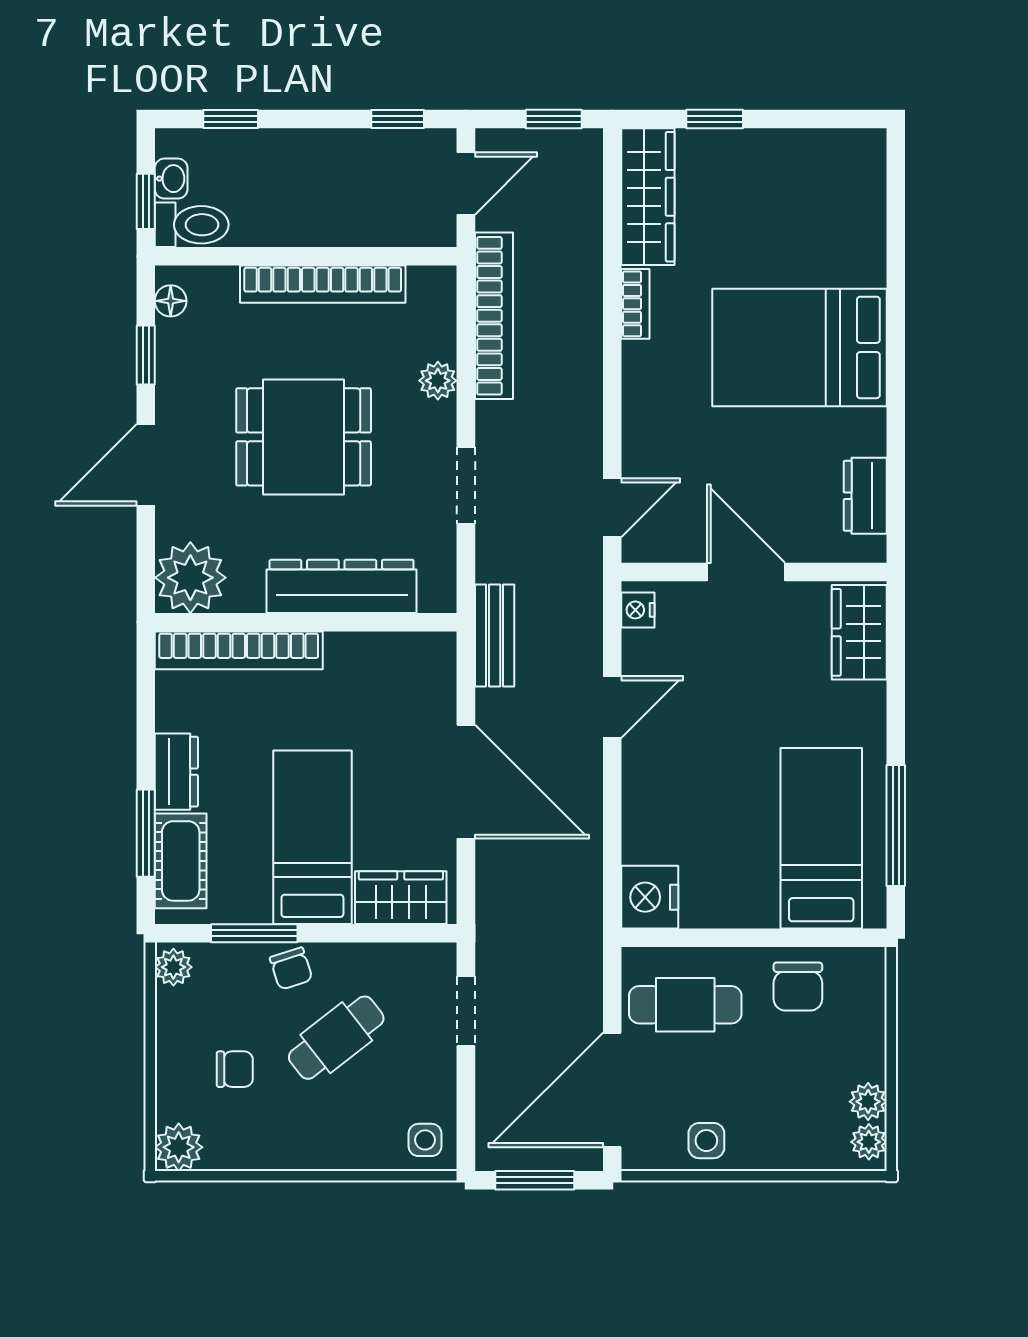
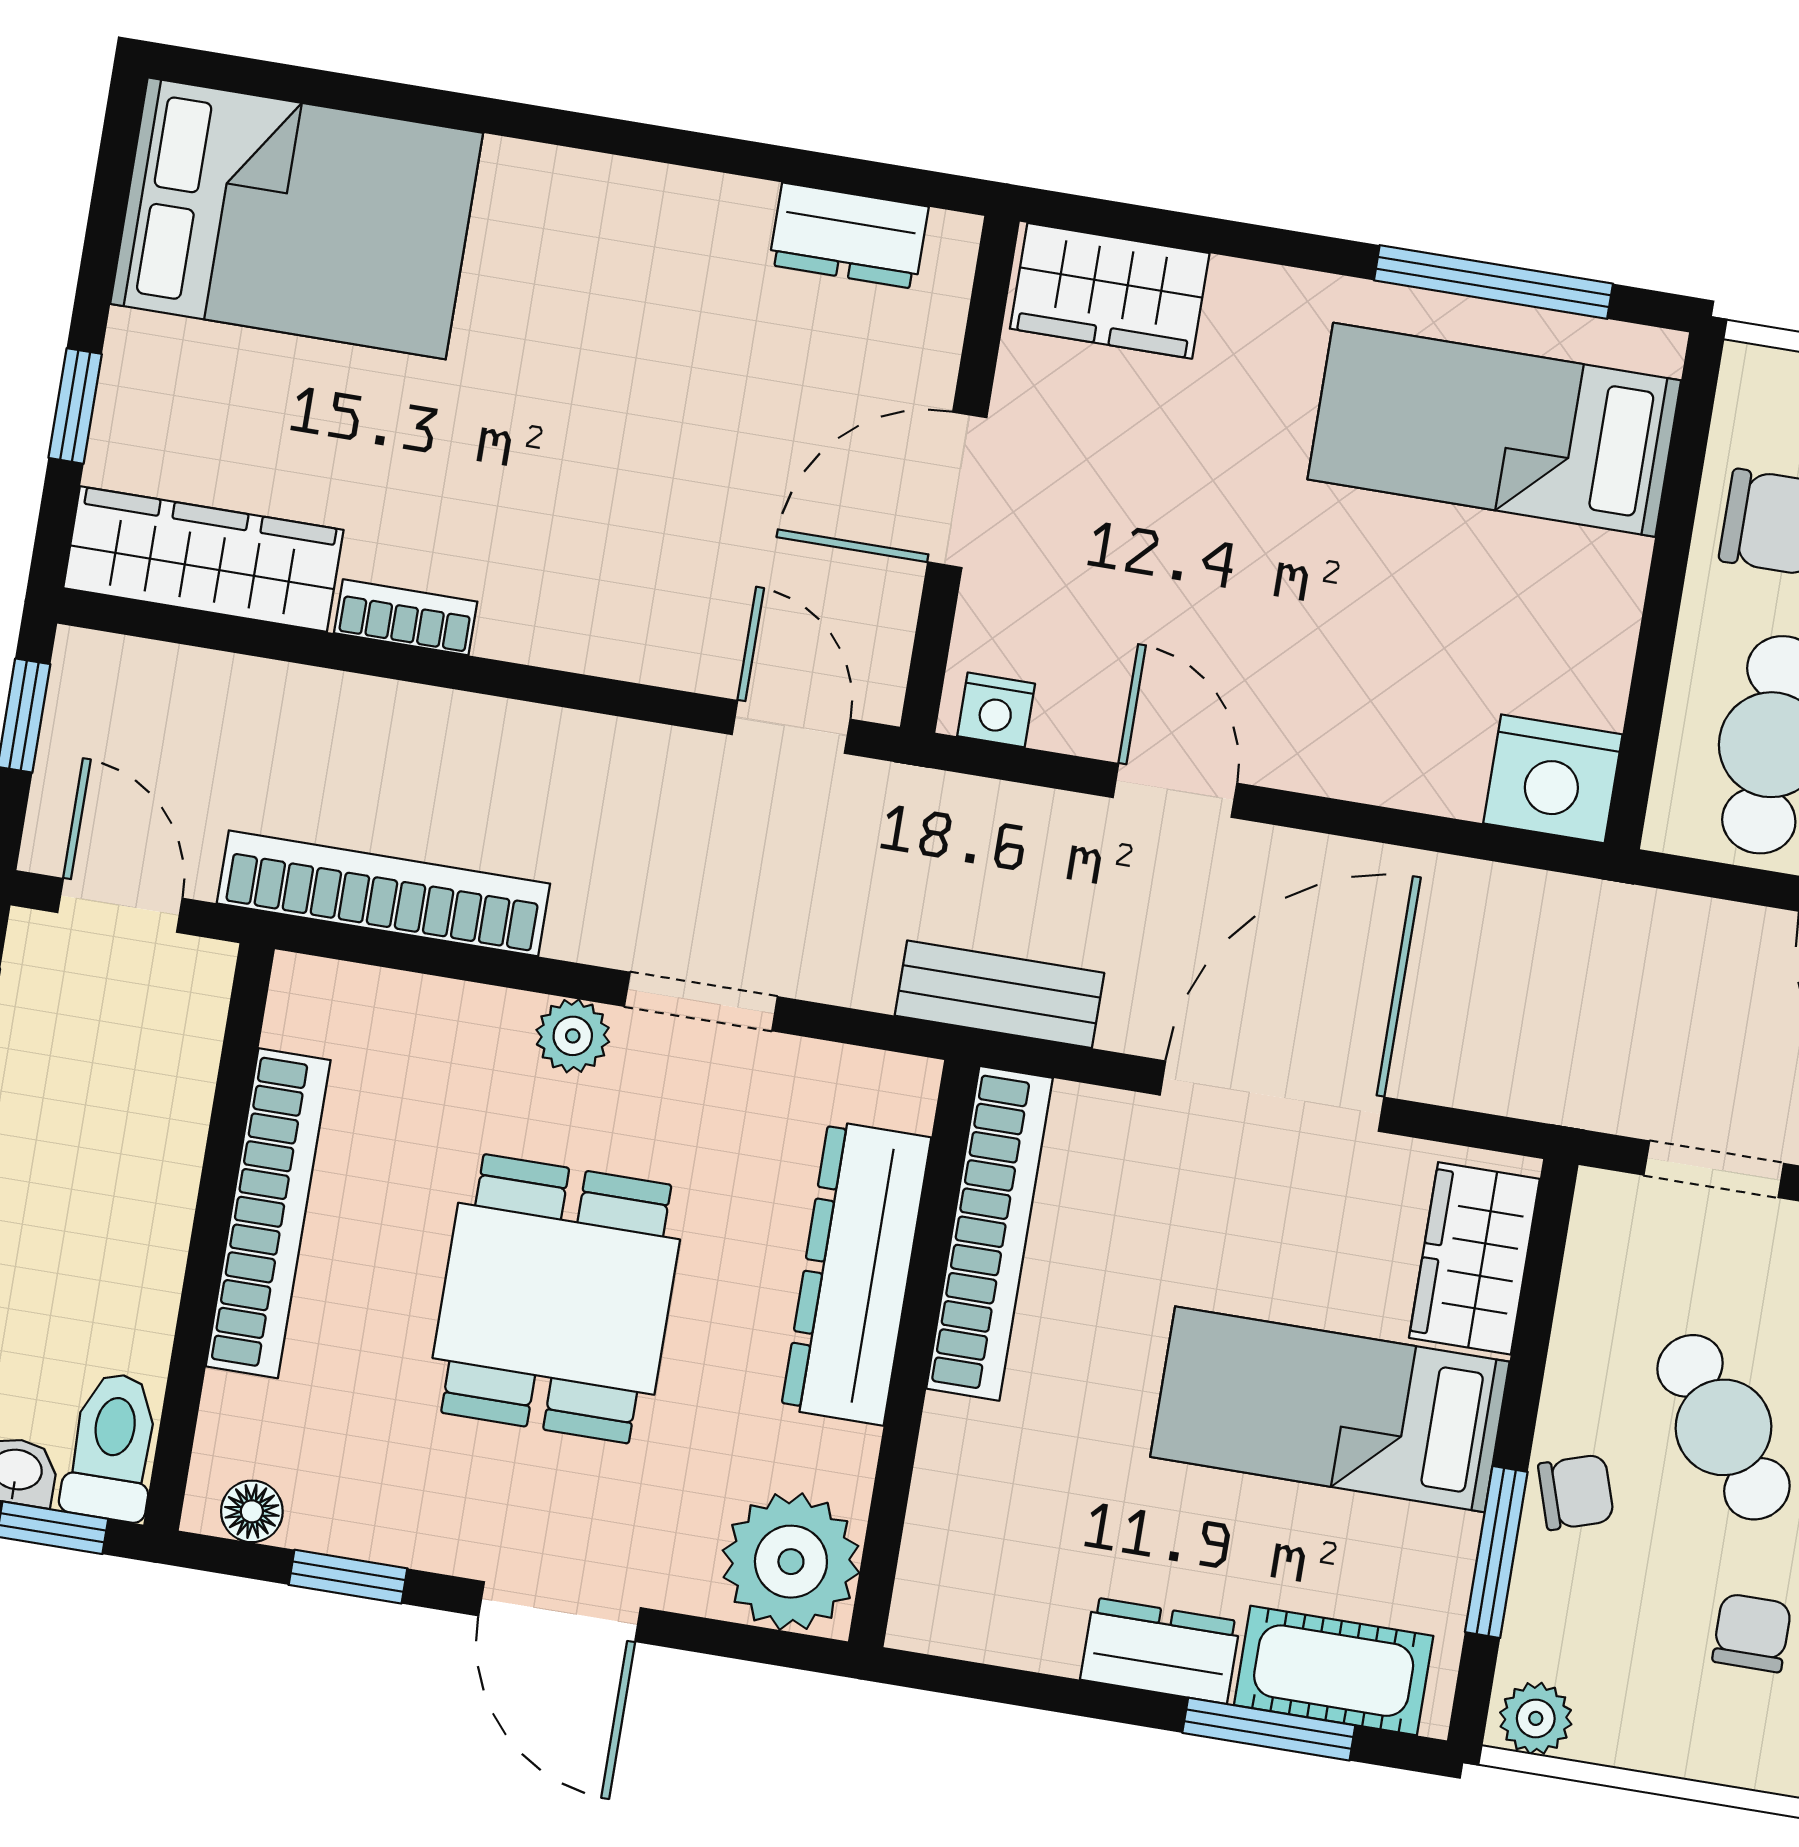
bed: (800, 347) -> (297, 218), moved, turned -90
plant: (438, 381) -> (573, 1036), moved
bookcase: (239, 650) -> (989, 1233), moved

